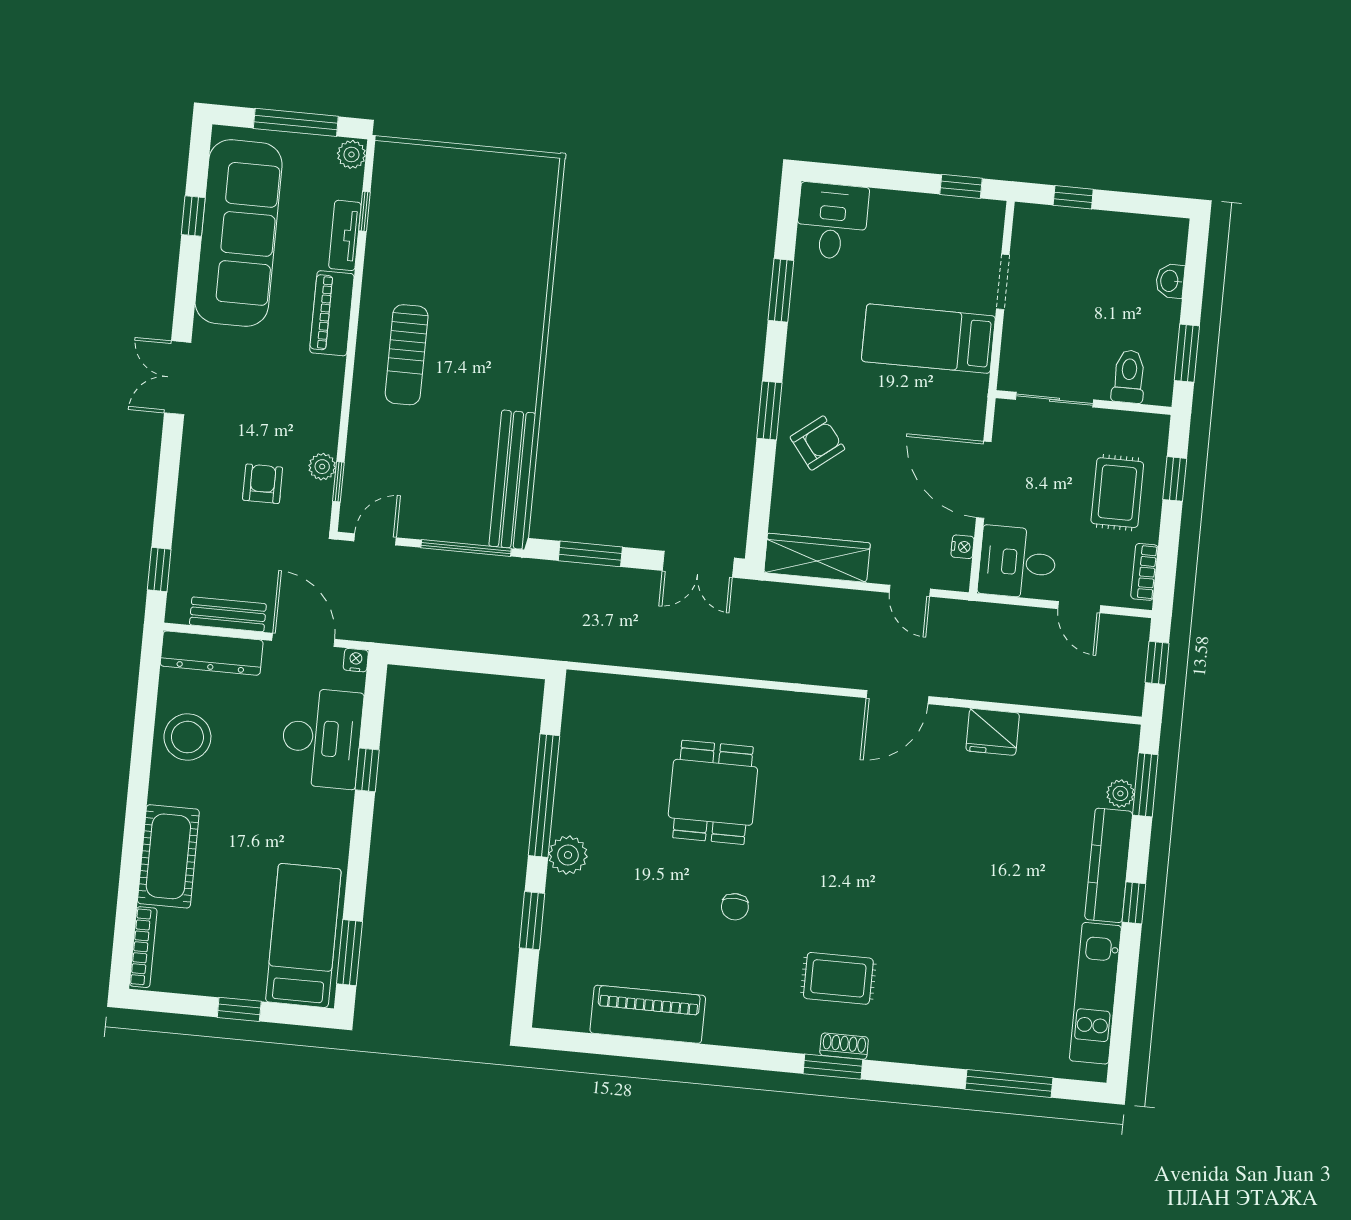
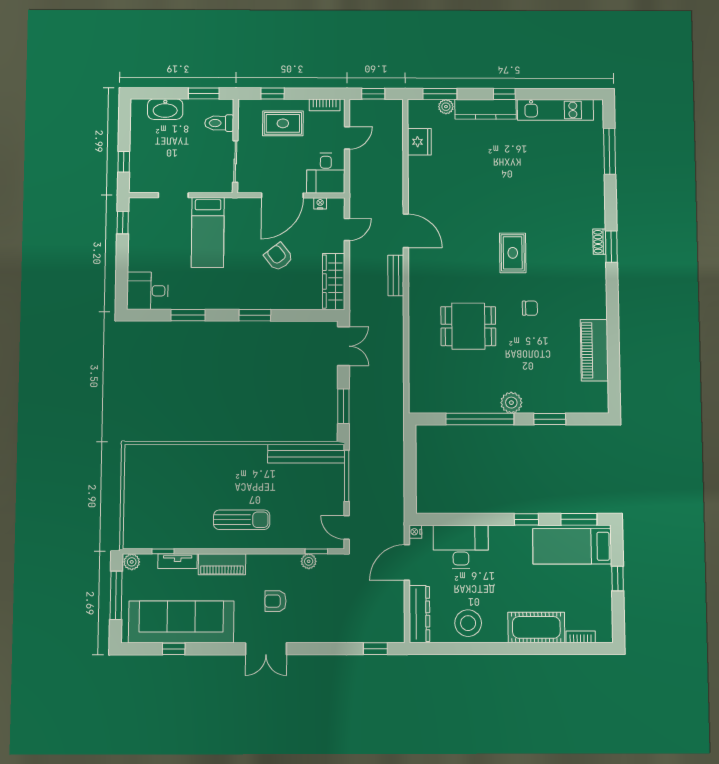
washbasin: (1170, 281) -> (165, 109), width x1.91, depth x1.45
armchair: (817, 443) -> (278, 257), moved
armchair: (263, 484) -> (276, 601), moved
bench: (228, 614) -> (396, 276), moved
fridge: (993, 732) -> (419, 142), moved
window: (367, 770) -> (526, 519), moved
bookcase: (143, 947) -> (581, 637), width x0.64
rug: (838, 978) -> (513, 253), moved

